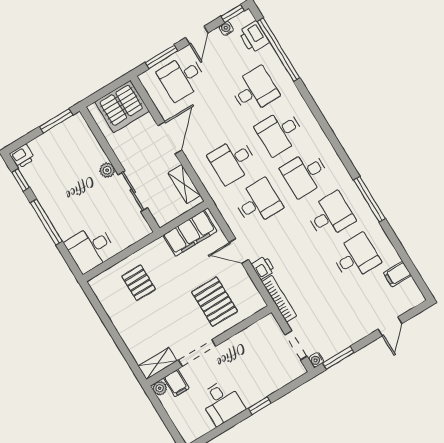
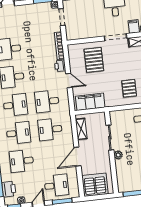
desk: (233, 161) -> (50, 129), turned 180

